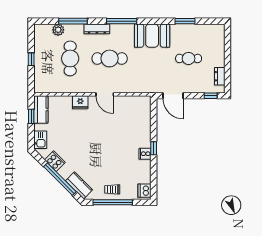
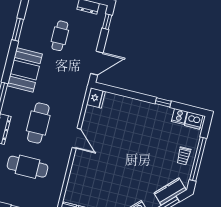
door: (105, 94) -> (77, 138), hinge flipped
fridge: (80, 102) -> (96, 98), moved
window: (154, 148) -> (163, 102), moved
cooker: (145, 154) -> (179, 116), moved

